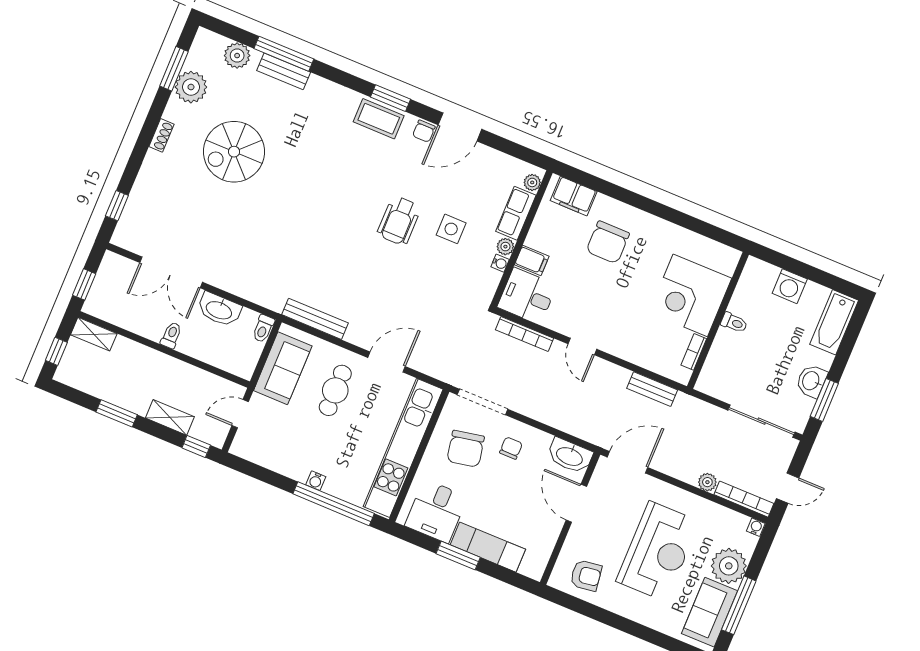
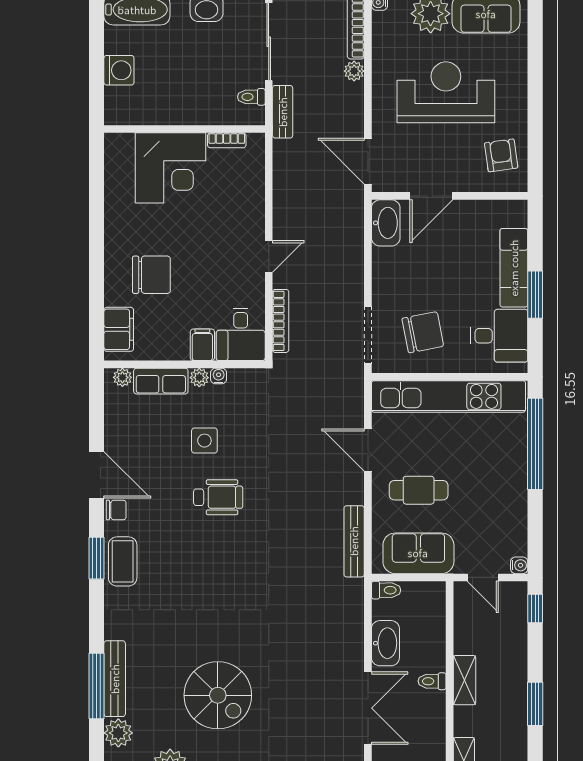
bench: (284, 71) -> (115, 679), width x1.36
toilet: (734, 323) -> (251, 97), moved, turned -90
bench: (652, 389) -> (283, 112), moved
shelving: (170, 417) -> (465, 680), moved
chair: (511, 448) -> (403, 286), removed
water cooler: (316, 481) -> (519, 565), moved

